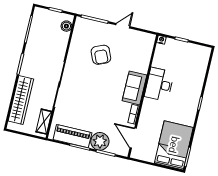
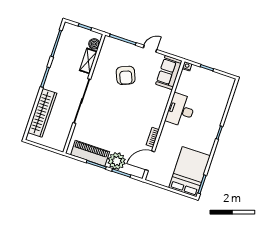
sofa: (135, 88) -> (169, 72), moved
shelving: (44, 122) -> (88, 61), moved
door: (133, 138) -> (150, 161), hinge flipped

